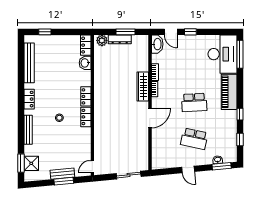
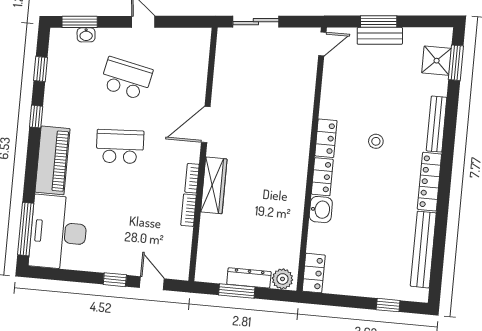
washbasin: (157, 44) -> (179, 262), removed
washbasin: (85, 63) -> (321, 210), moved
locker: (29, 99) -> (429, 182), width x1.53

